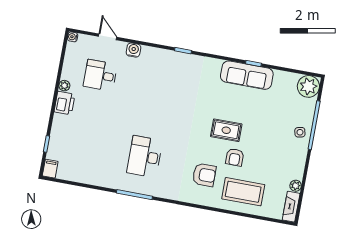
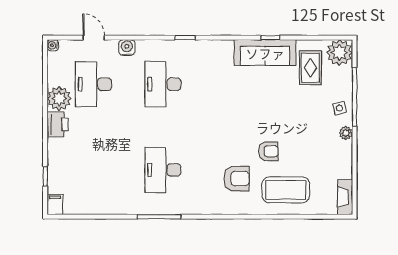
desk: (100, 75) -> (94, 84), width x1.37
plant: (64, 86) -> (59, 98), width x1.87, depth x1.87
desk: (158, 86) -> (163, 84), added
rug: (226, 130) -> (310, 68), moved, turned 90
armchair: (235, 157) -> (268, 151), turned -90
plant: (296, 186) -> (346, 133), moved

